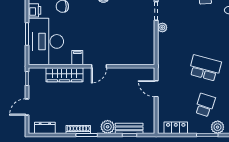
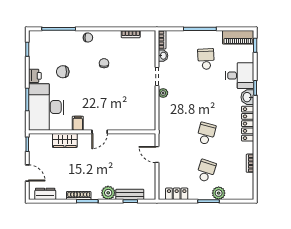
school desk: (205, 68) -> (206, 134), width x0.54
wardrobe: (64, 75) -> (65, 141), width x0.67
door: (27, 107) -> (27, 173), swing flipped

